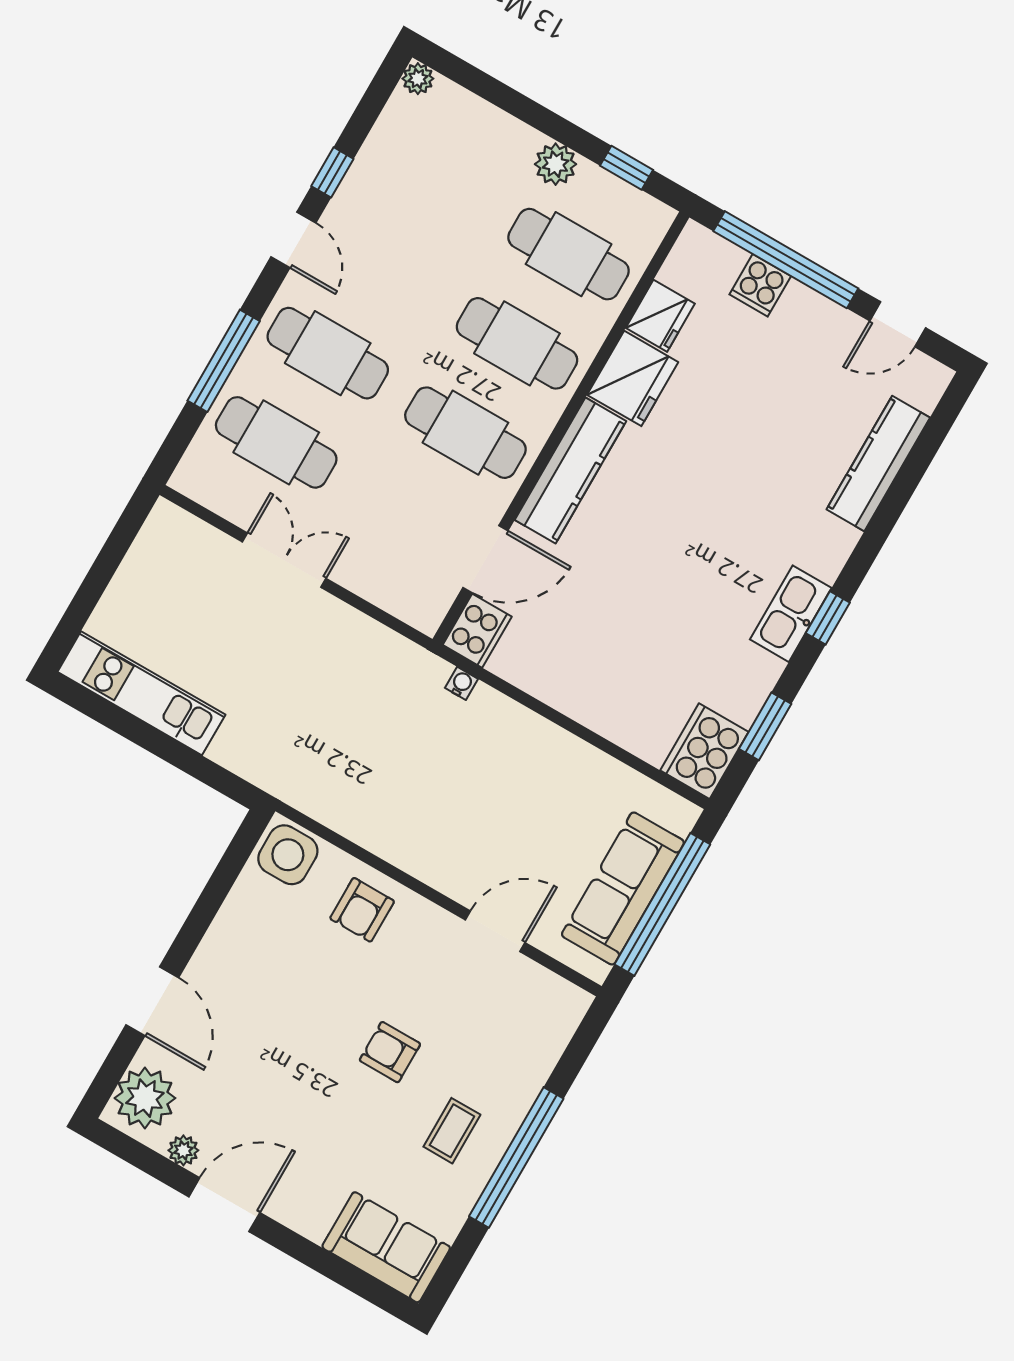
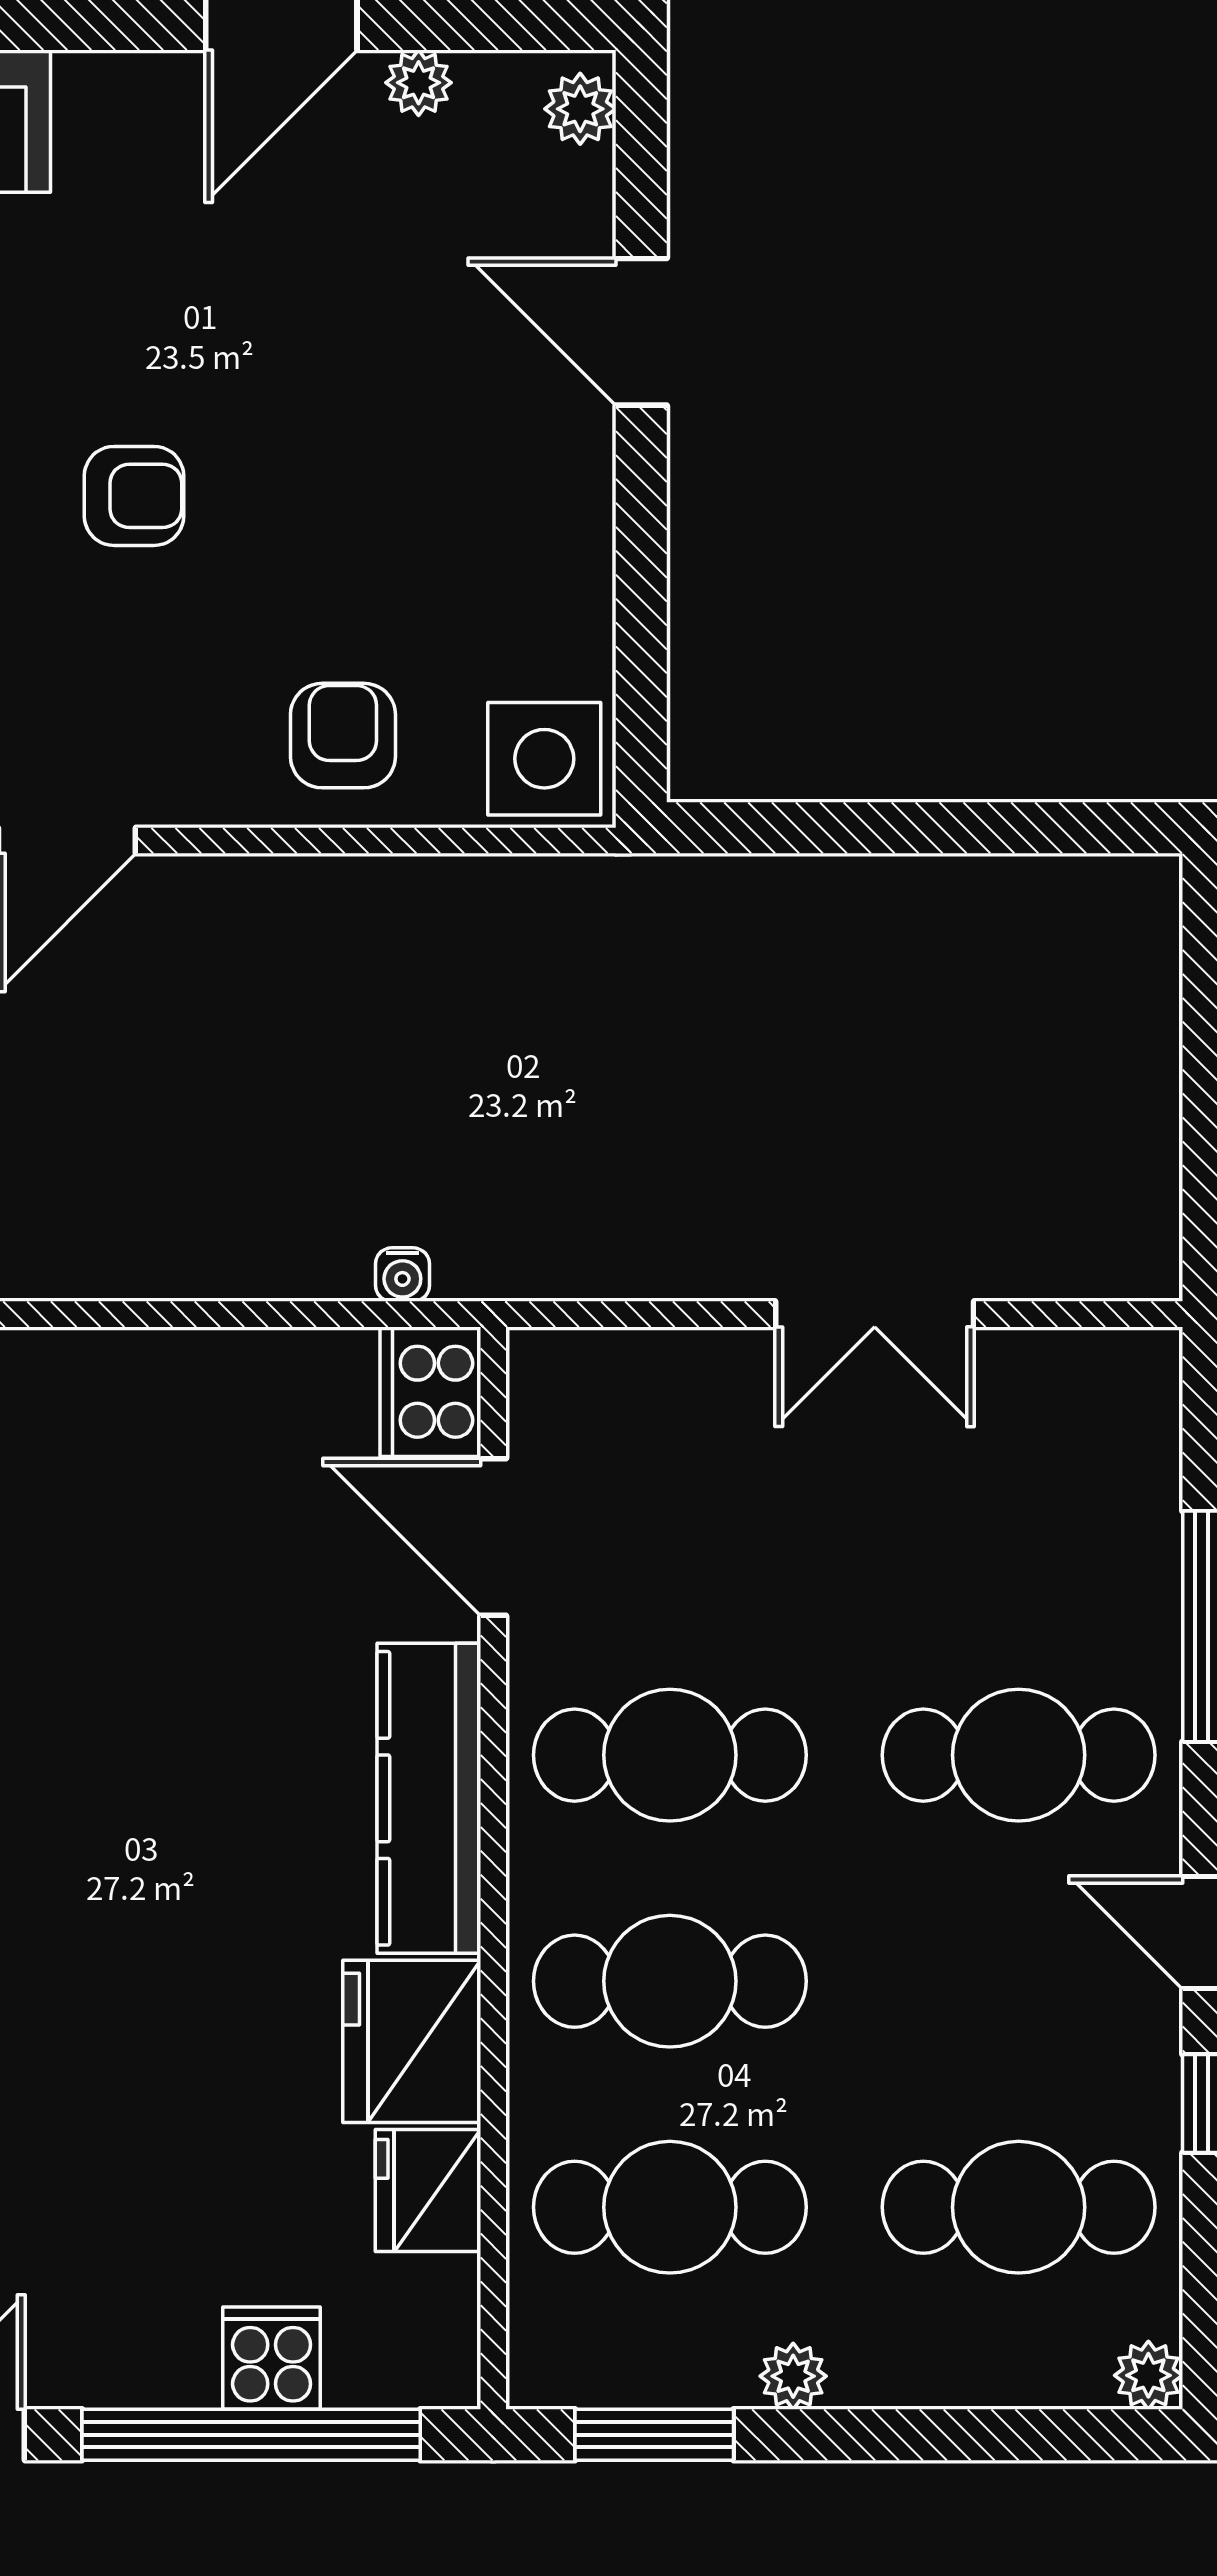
plant: (556, 164) -> (793, 2376), width x0.73, depth x0.73
window: (627, 168) -> (654, 2435), width x1.50
cafe table: (276, 442) -> (1019, 2207), moved
door: (485, 559) -> (493, 1537), hinge flipped
kitchen unit: (141, 693) -> (999, 905), removed
plant: (145, 1098) -> (580, 109), width x0.53, depth x0.53

